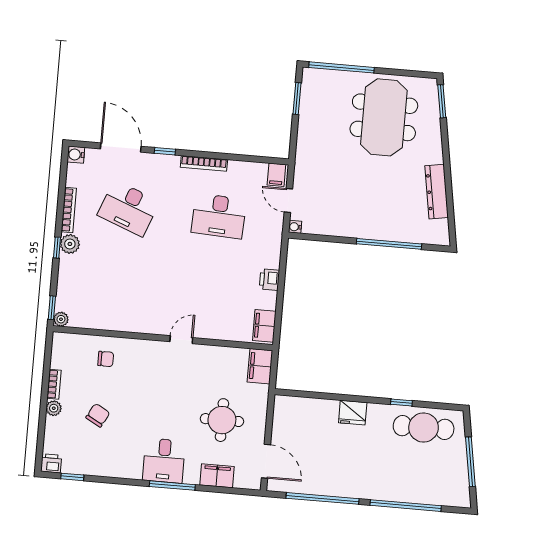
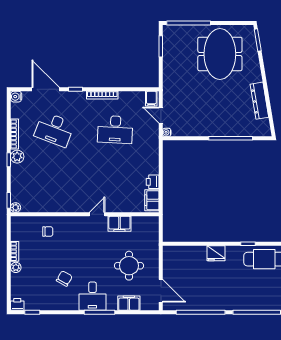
printer: (269, 280) -> (153, 182), moved
filing cabinet: (260, 366) -> (119, 224), moved, turned -90
chair: (98, 415) -> (64, 279), moved

